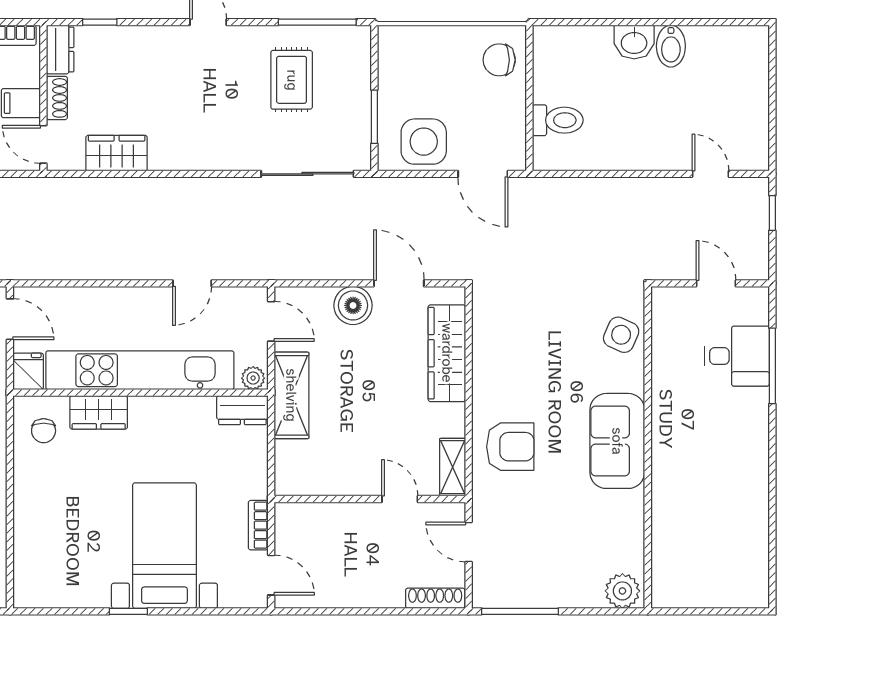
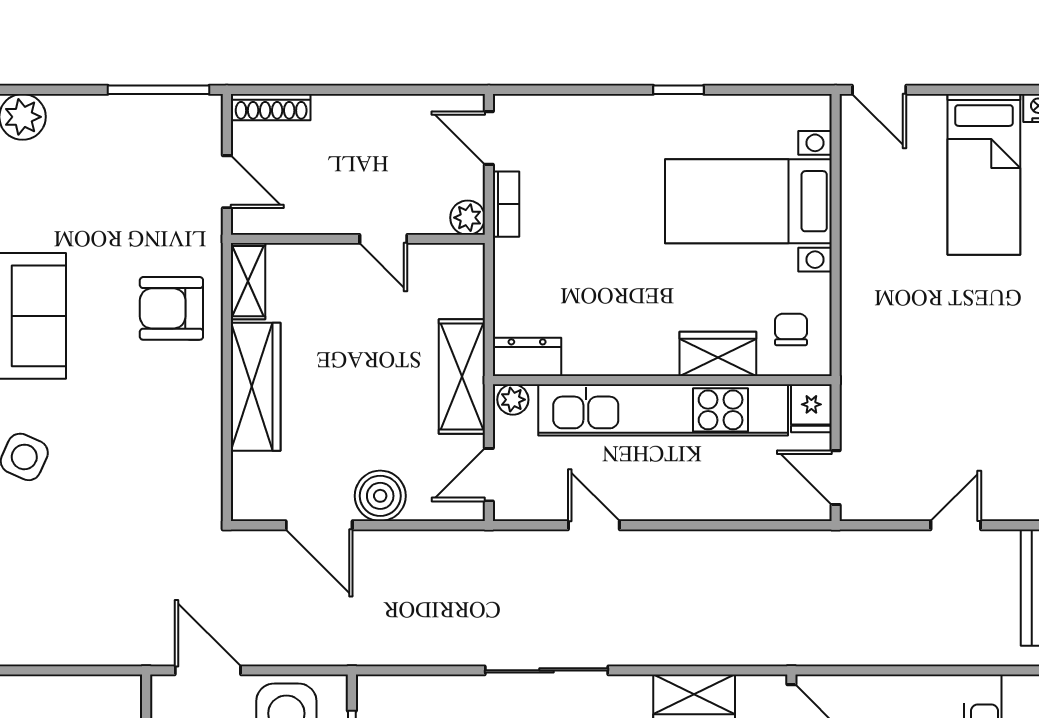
sliding door: (307, 174) -> (546, 670), moved
door: (192, 283) -> (594, 525), hinge flipped
door: (271, 321) -> (489, 475), hinge flipped
wardrobe: (447, 353) -> (256, 387), moved
door: (400, 499) -> (383, 239), moved
plant: (287, 515) -> (468, 218), added
bed with nightstands: (164, 546) -> (748, 201), moved, turned 90

